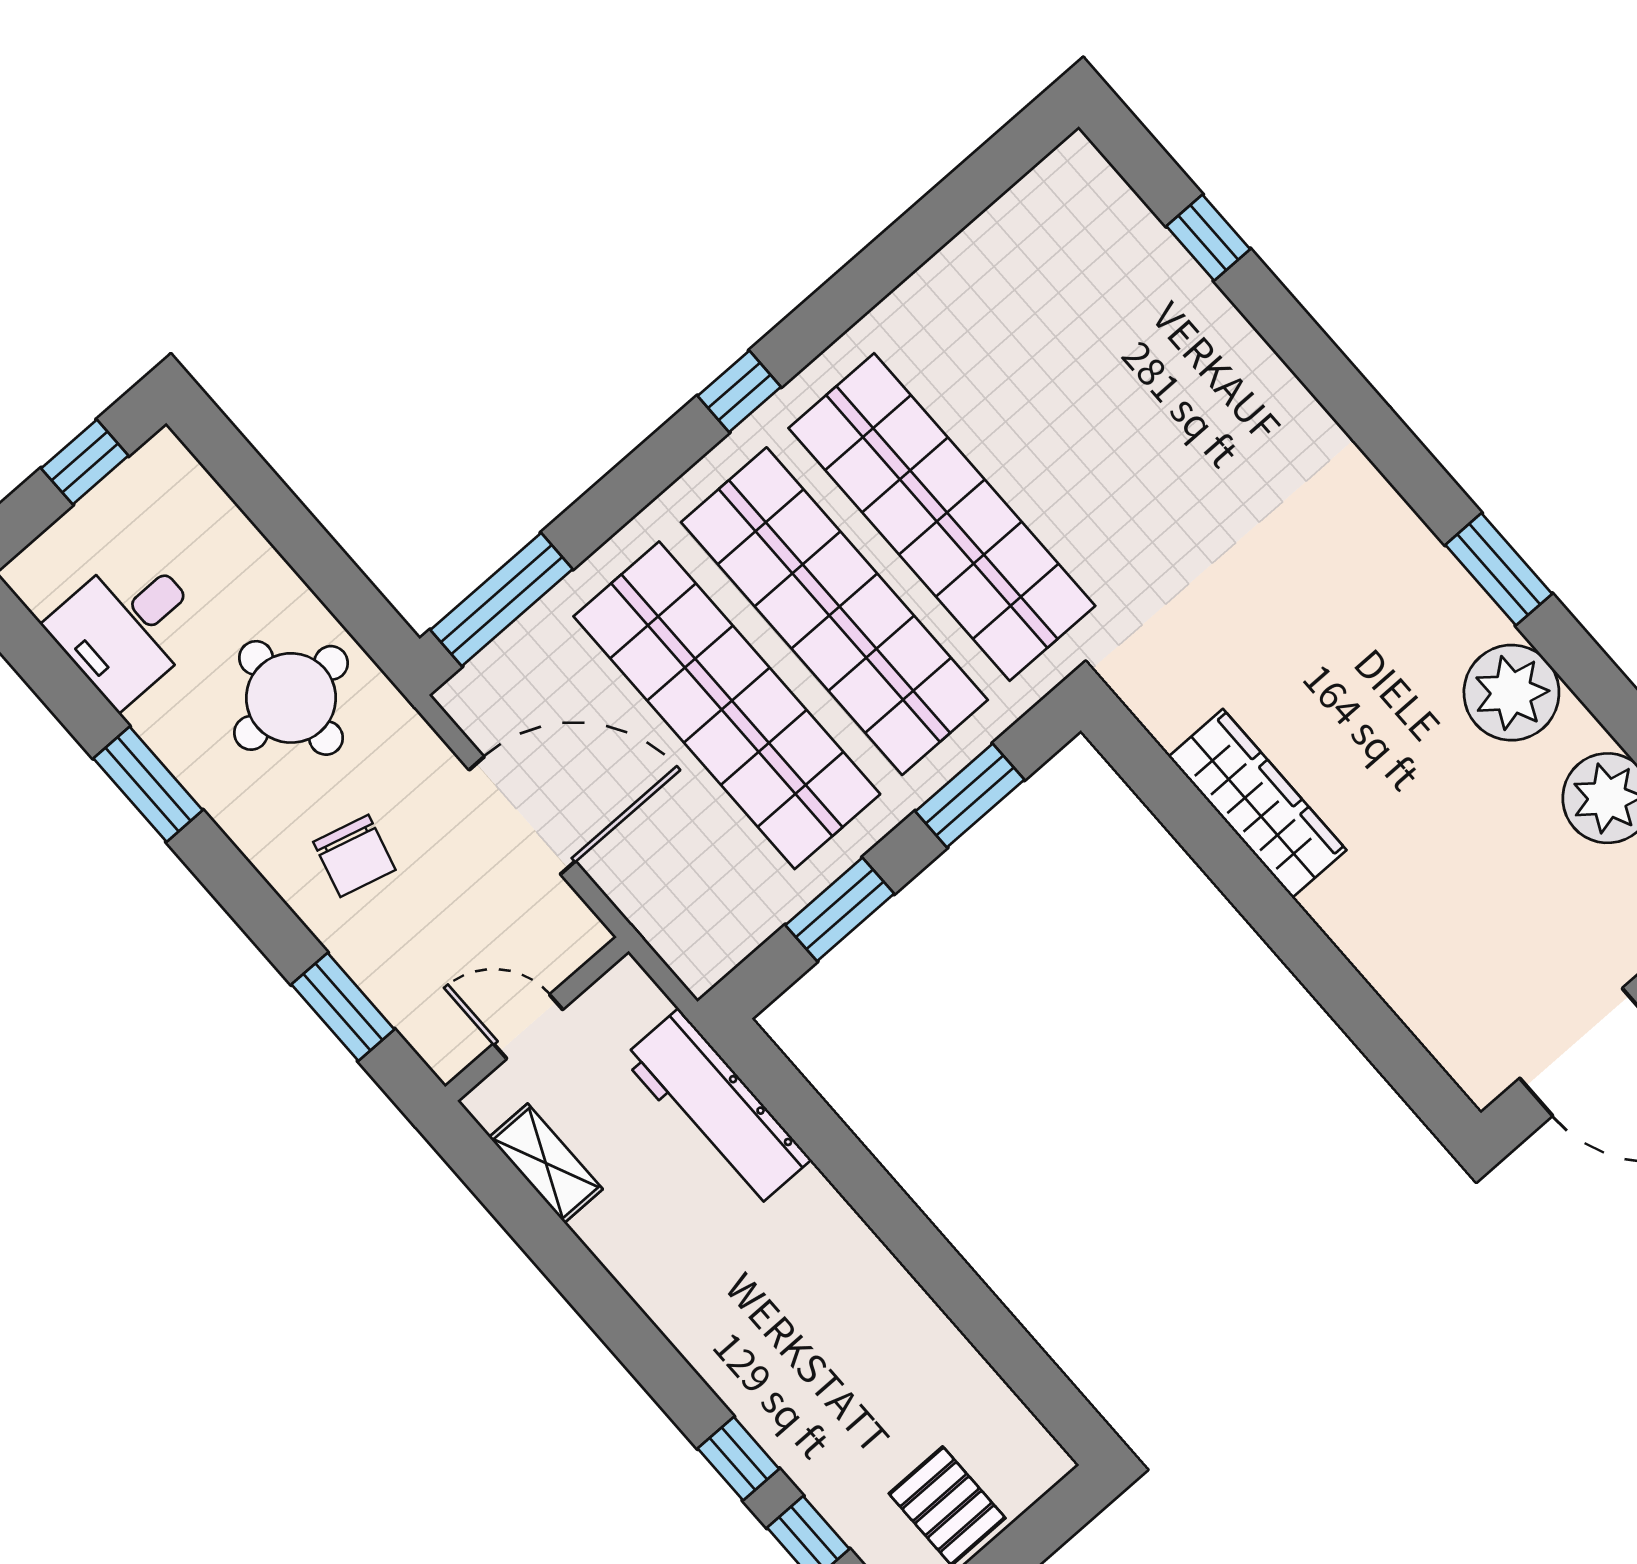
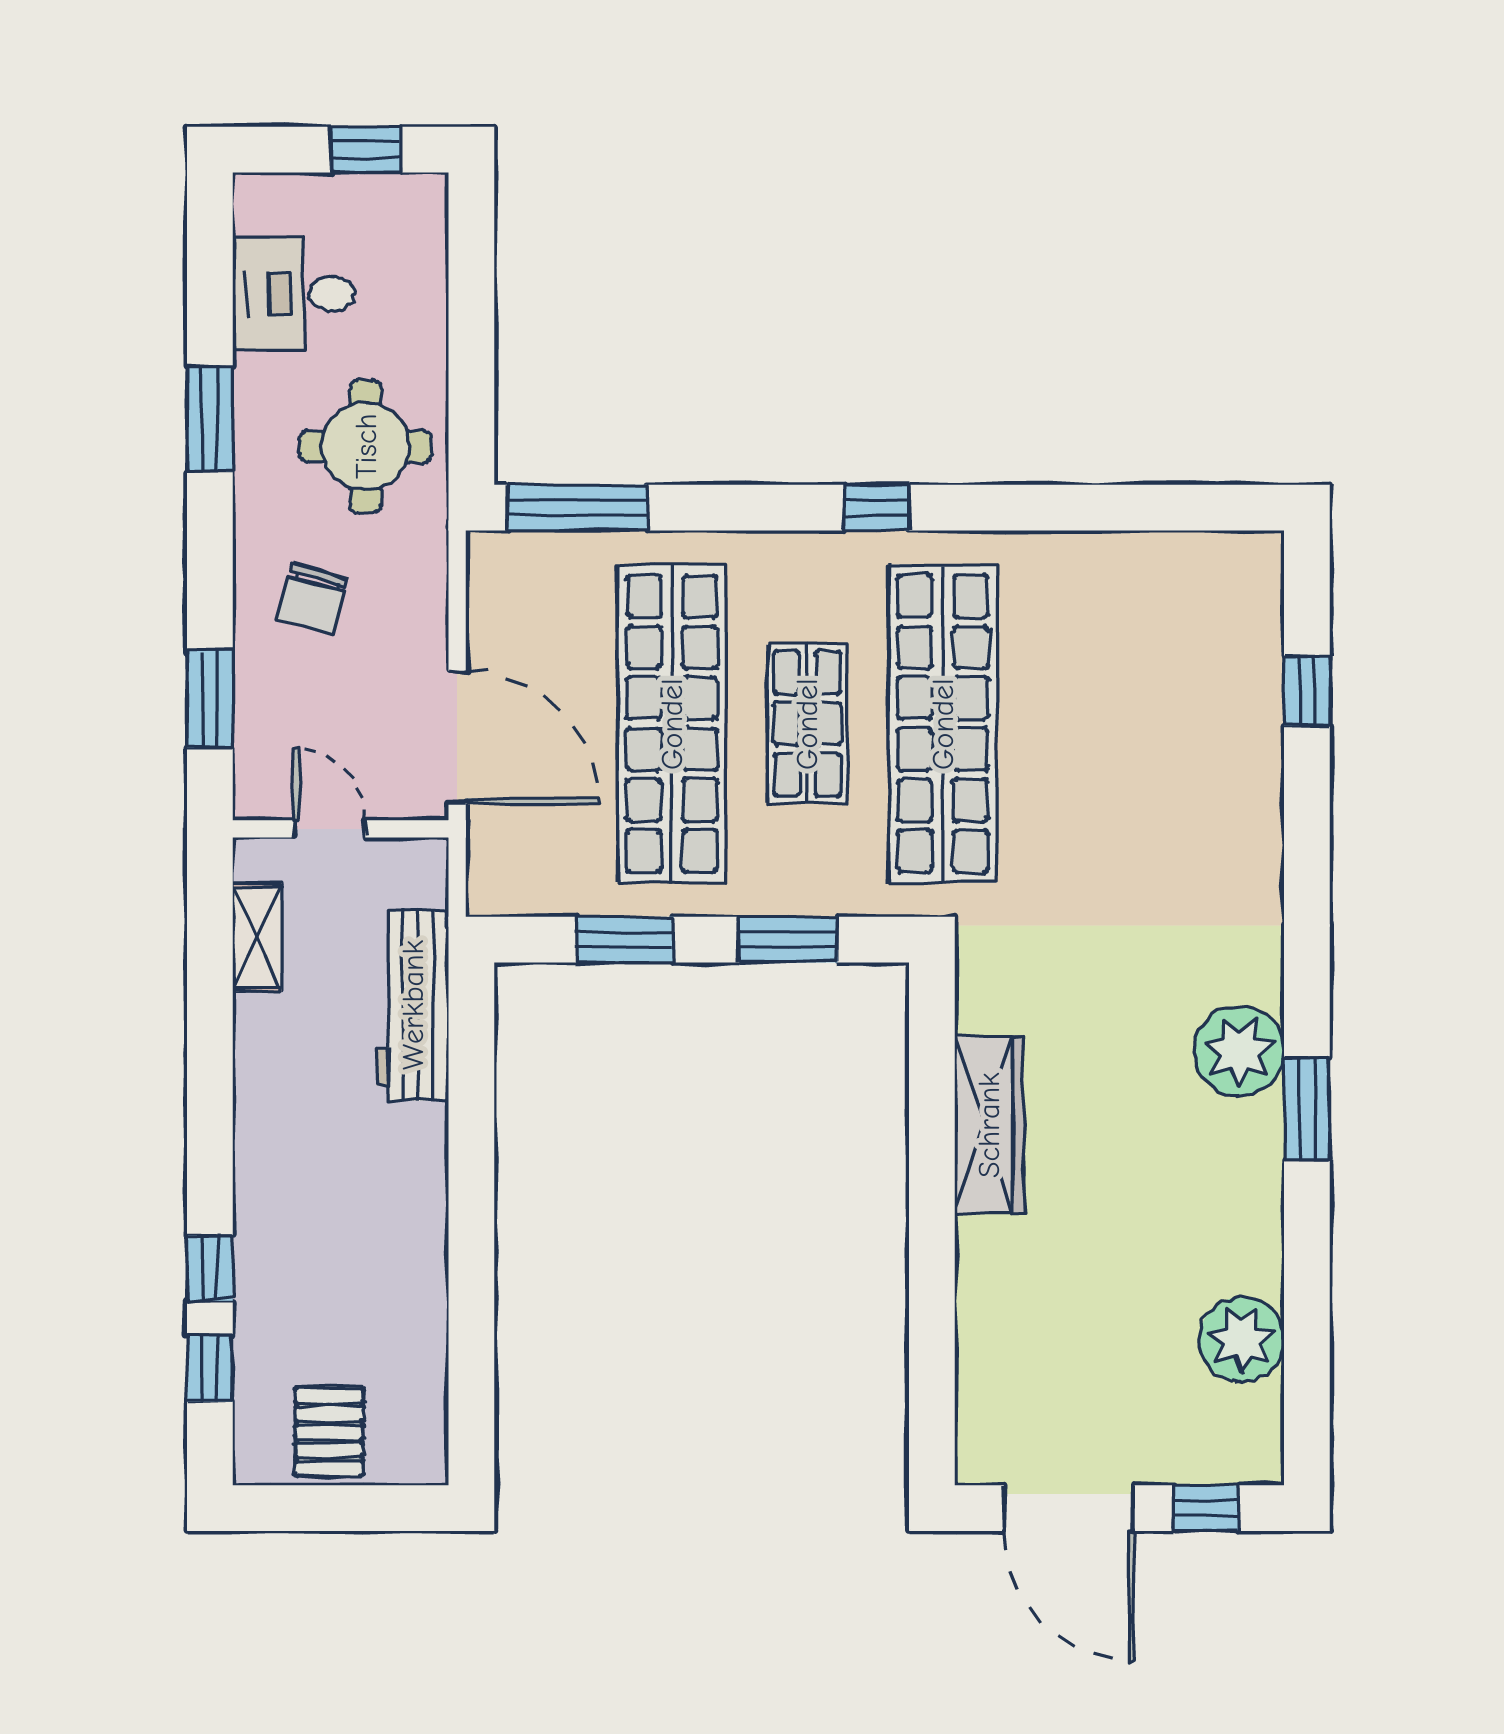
shop shelf: (834, 611) -> (807, 724), width x0.50, depth x0.74
plant: (1511, 693) -> (1239, 1051), moved
door: (522, 815) -> (457, 737), moved

